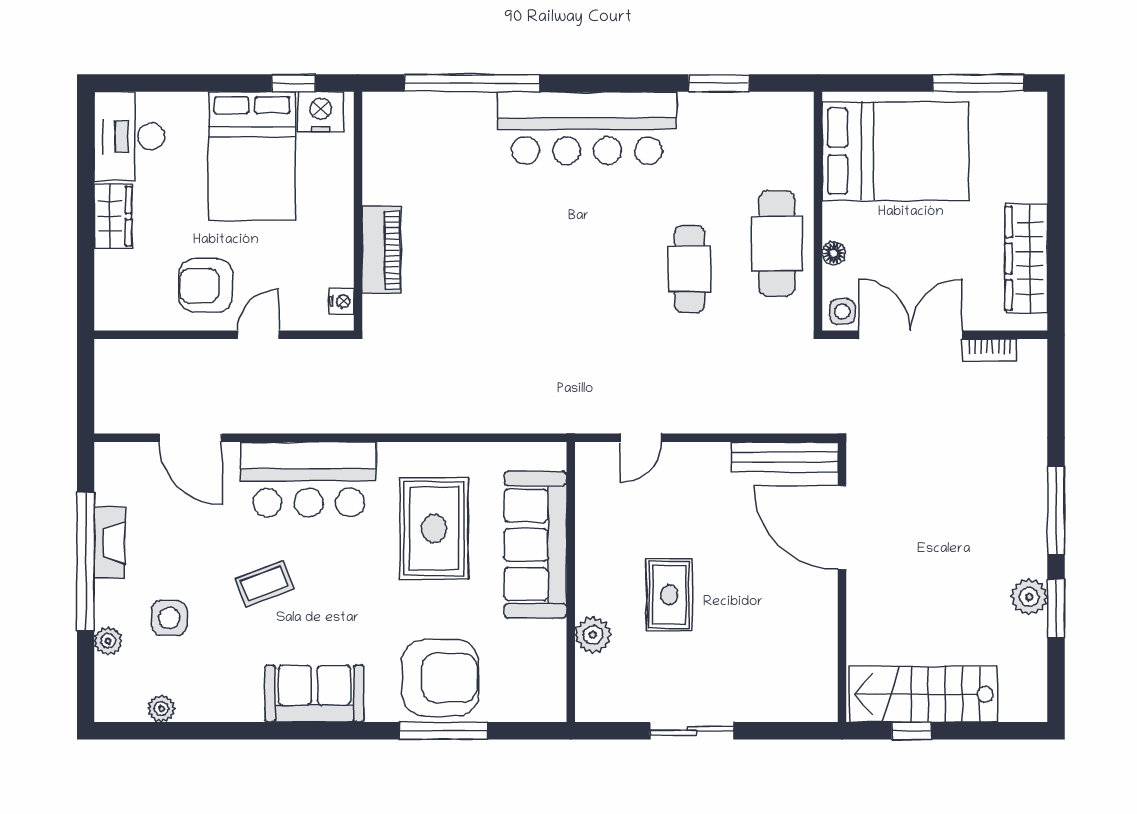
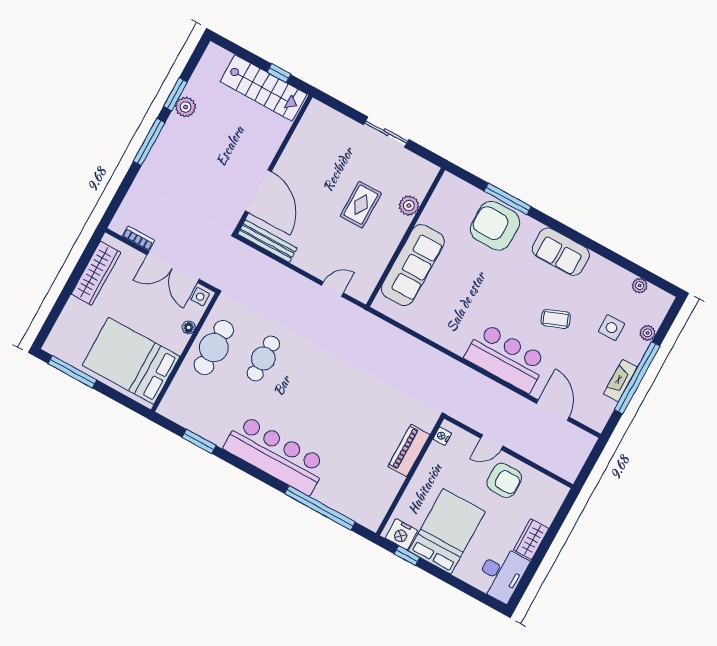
rug: (434, 528) -> (458, 300), removed

